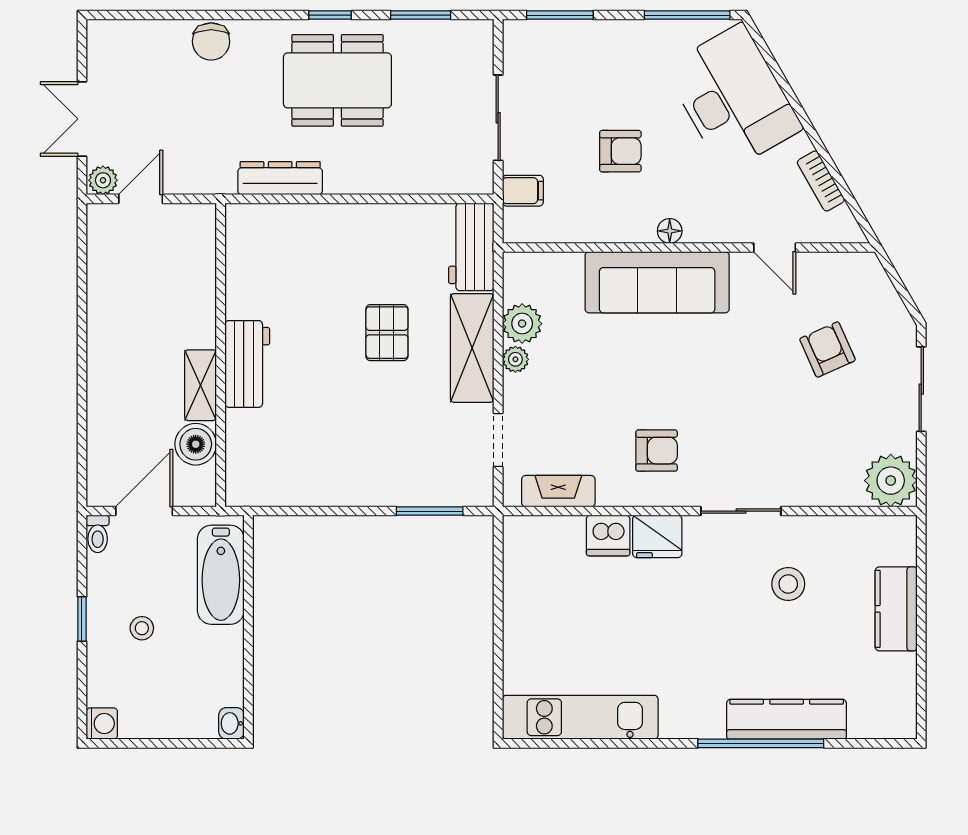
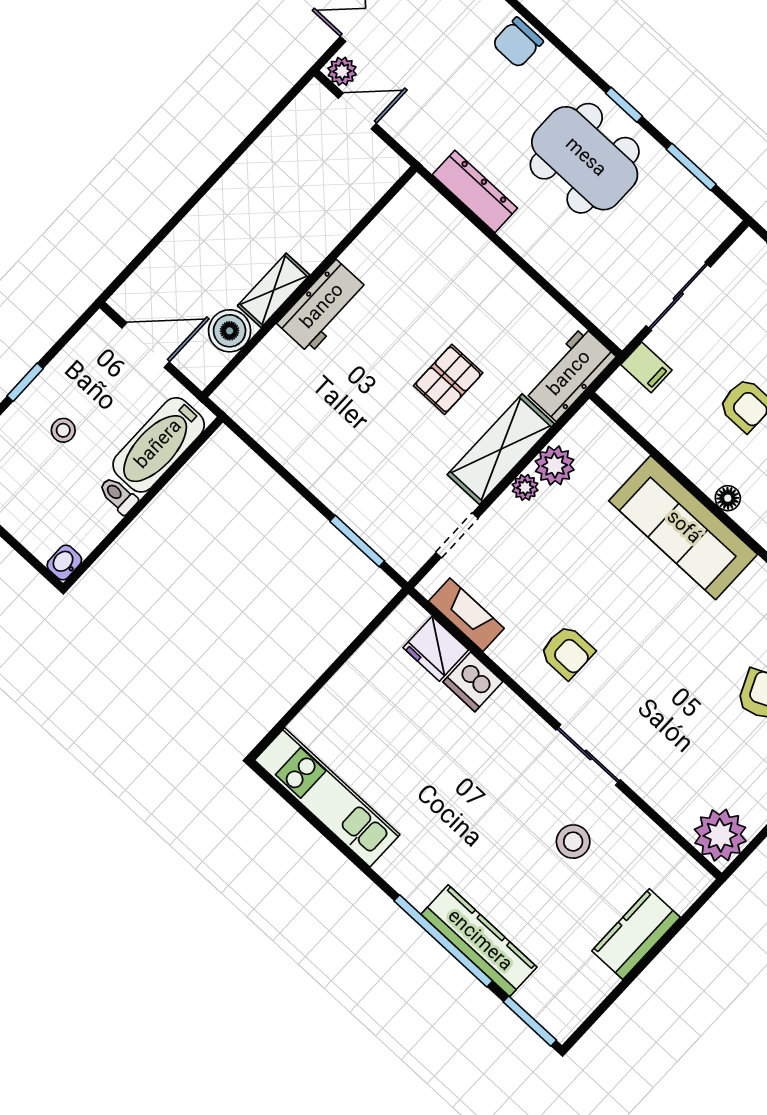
toilet: (98, 534) -> (118, 495), moved, turned 90
fridge: (657, 536) -> (436, 649), moved
window: (877, 743) -> (530, 1021), added

